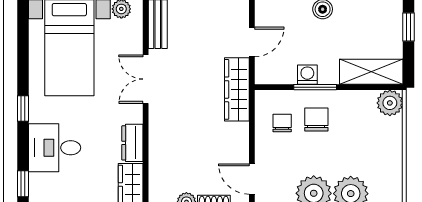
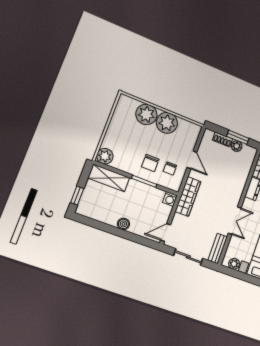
door: (252, 42) -> (166, 232), moved
washing machine: (307, 75) -> (170, 199), moved
door: (252, 179) -> (192, 160), moved

